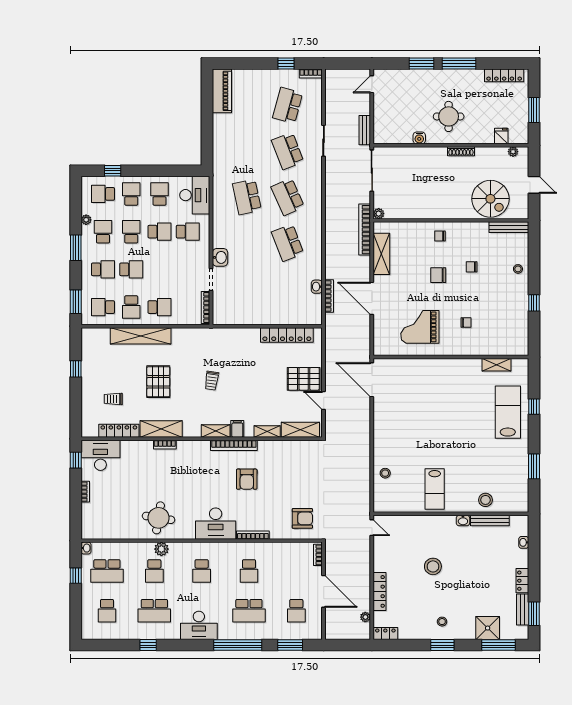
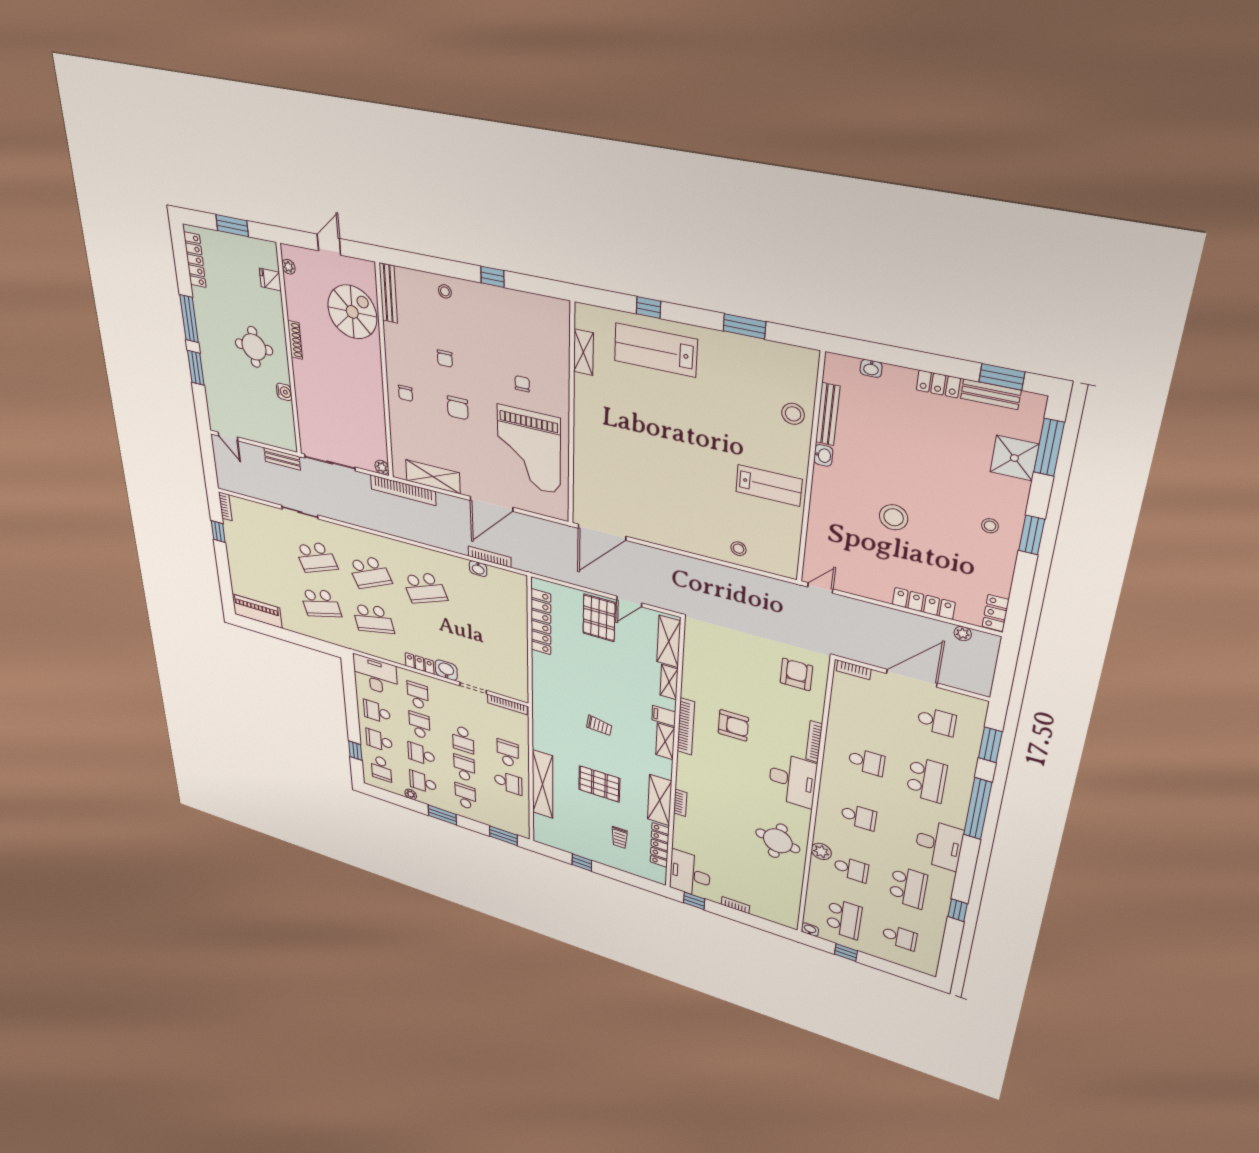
school desk: (288, 105) -> (321, 603), moved, turned -30
locker: (219, 235) -> (419, 663), added
school desk: (103, 307) -> (463, 739), moved
grand piano: (420, 327) -> (529, 450), width x1.37, depth x1.48

